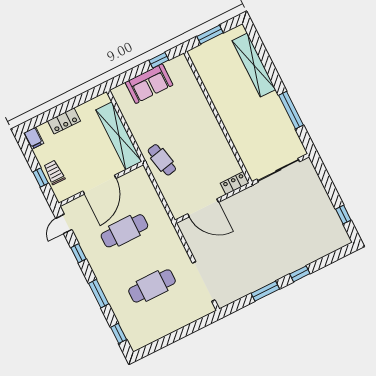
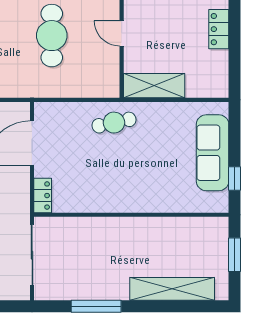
sofa: (149, 84) -> (213, 153), width x1.36
shelving: (119, 136) -> (154, 86), width x0.68
door: (99, 185) -> (122, 33), width x0.53

